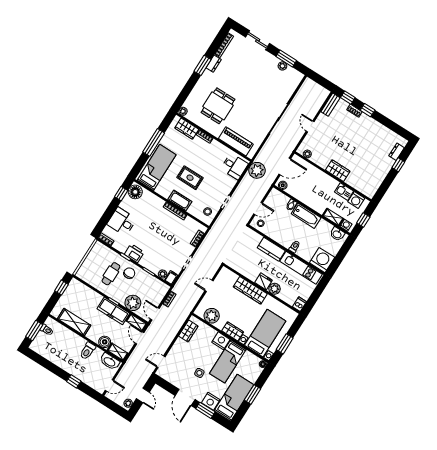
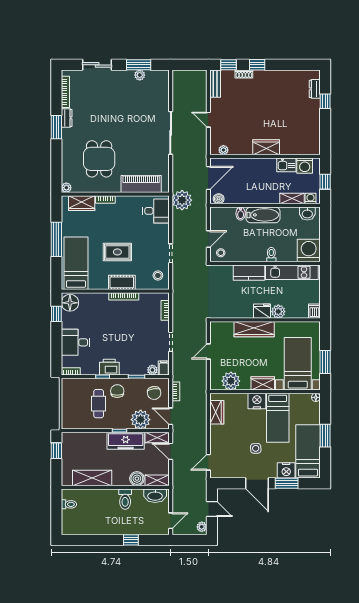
chair: (154, 291) -> (154, 393), added
window: (34, 331) -> (56, 513), removed

